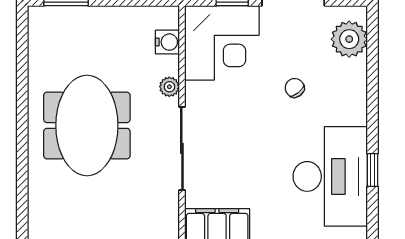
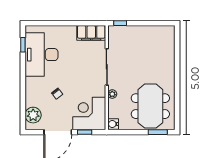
water cooler: (167, 42) -> (113, 124), moved
meeting table: (87, 125) -> (150, 106), moved
window: (373, 170) -> (23, 45), moved

